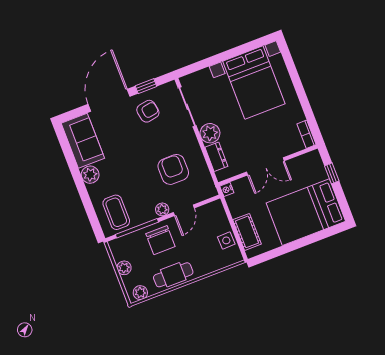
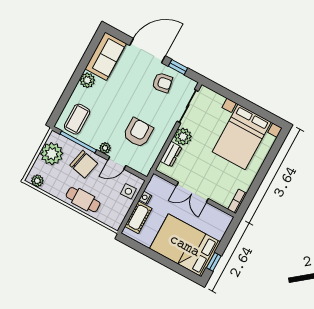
window: (332, 173) -> (214, 262), moved
nightstand: (227, 189) -> (145, 198), moved
chair: (160, 240) -> (84, 164), turned -77
side table: (226, 240) -> (128, 191), moved
plant: (124, 268) -> (52, 154), width x1.87, depth x1.87
cafe table: (173, 275) -> (83, 200), moved

